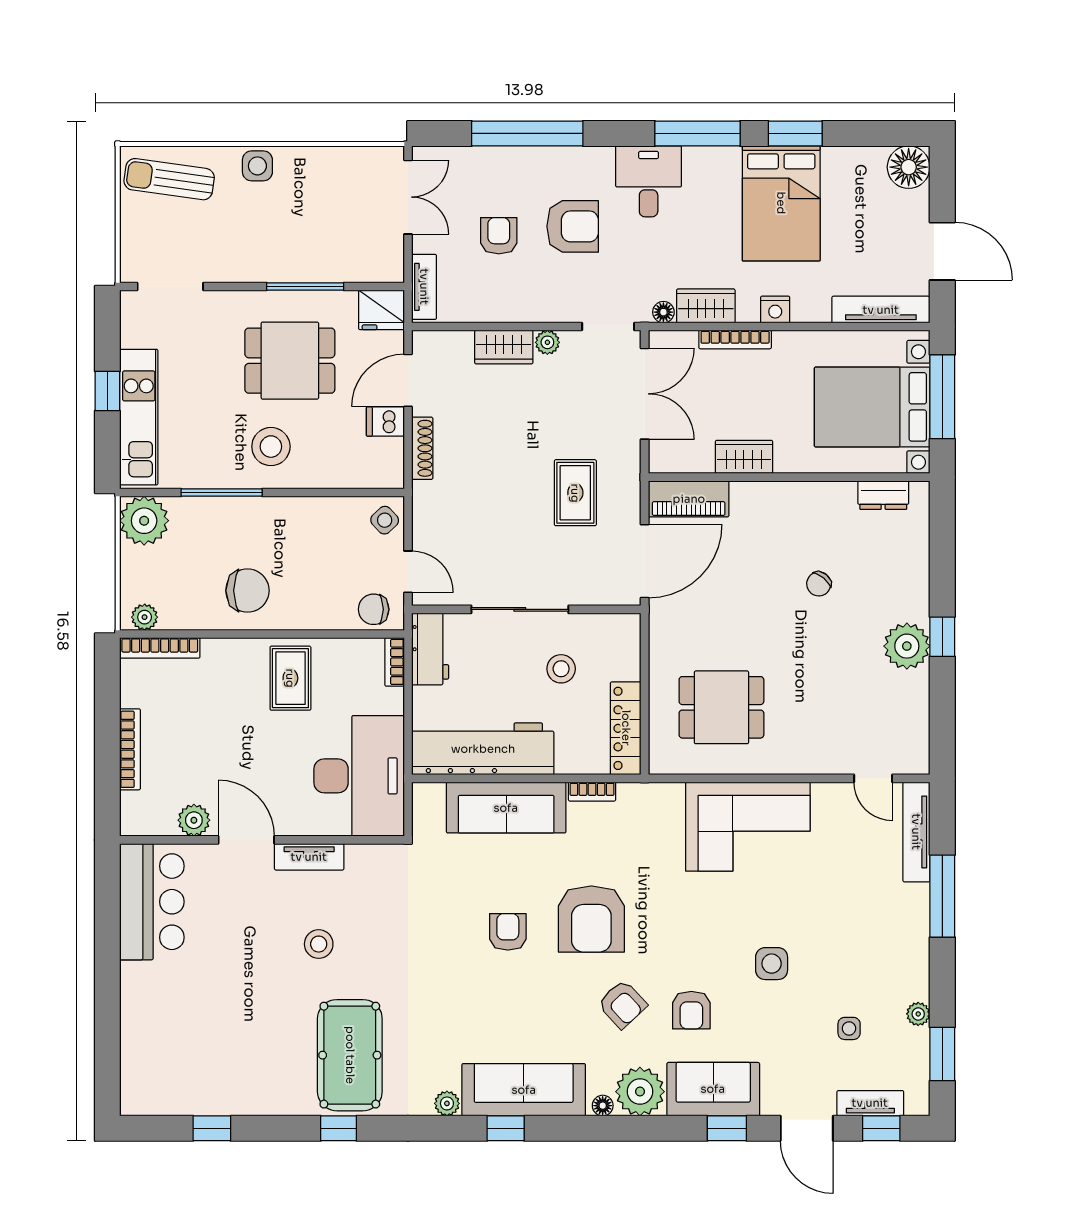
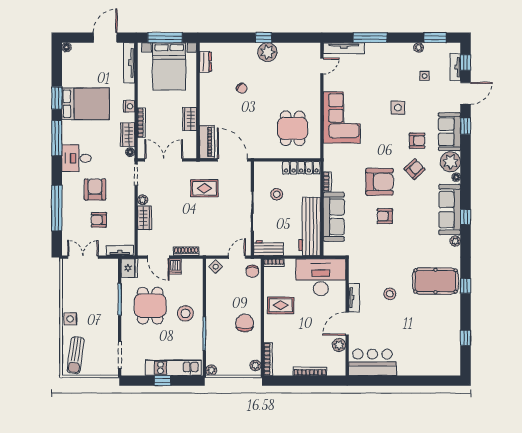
floor lamp: (909, 167) -> (66, 47), width x0.53, depth x0.53
plant: (144, 521) -> (211, 370), width x0.53, depth x0.53

